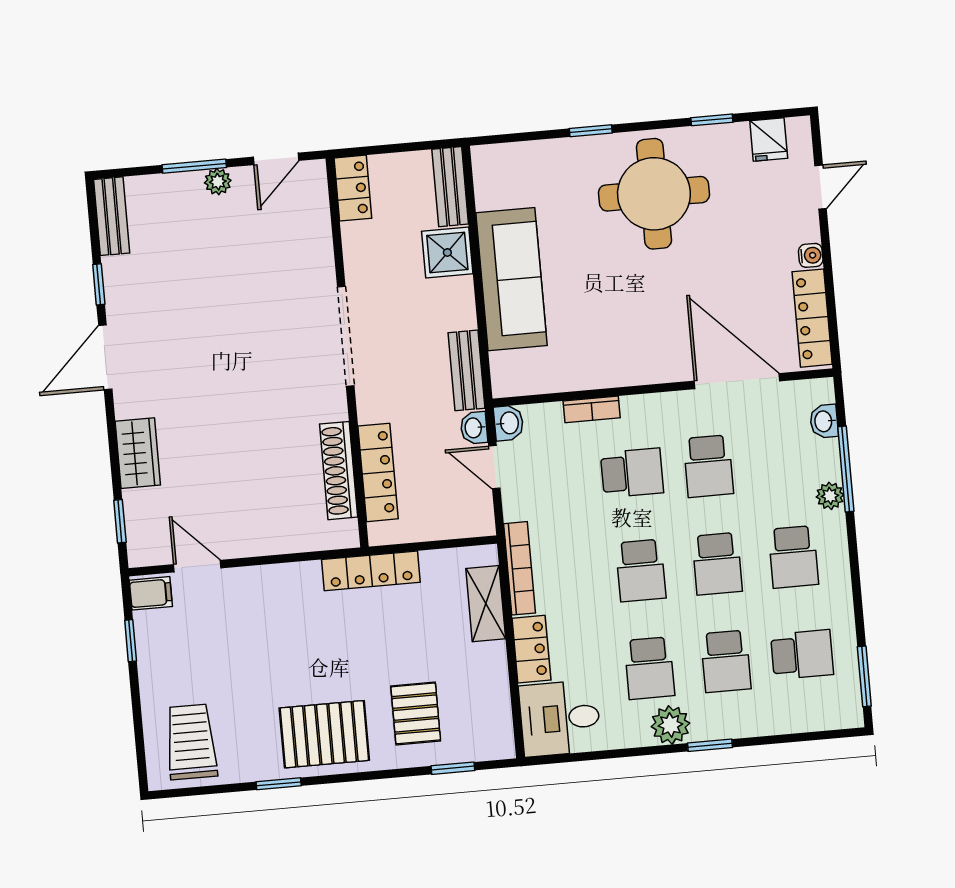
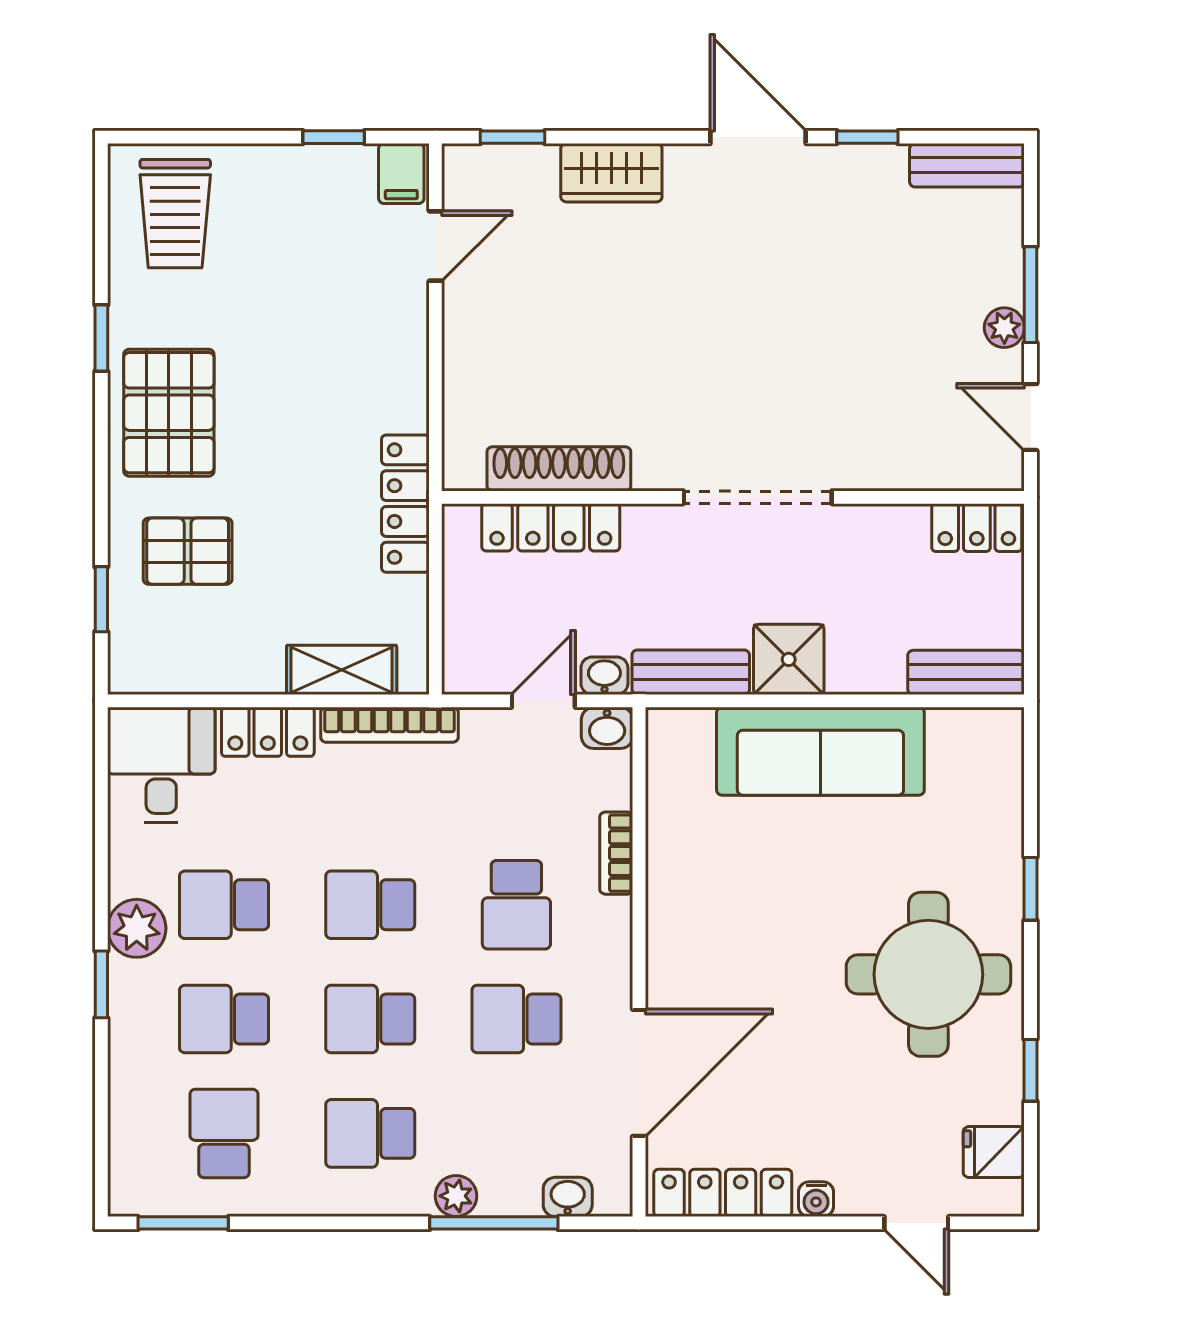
shower: (447, 252) -> (789, 659), moved
school desk: (802, 655) -> (224, 1133), turned 180
trolley: (191, 742) -> (175, 214), turned 90

